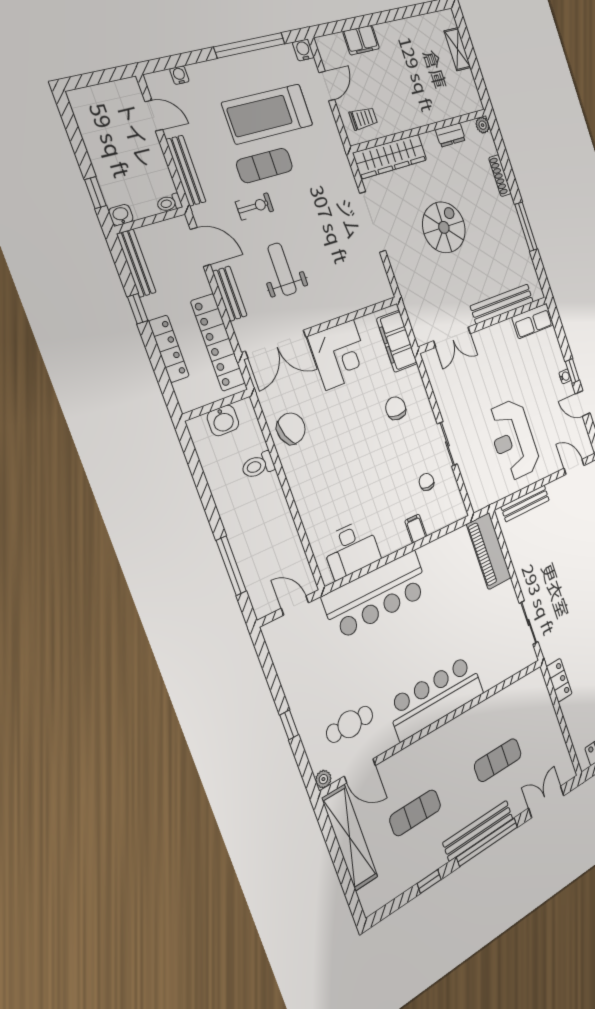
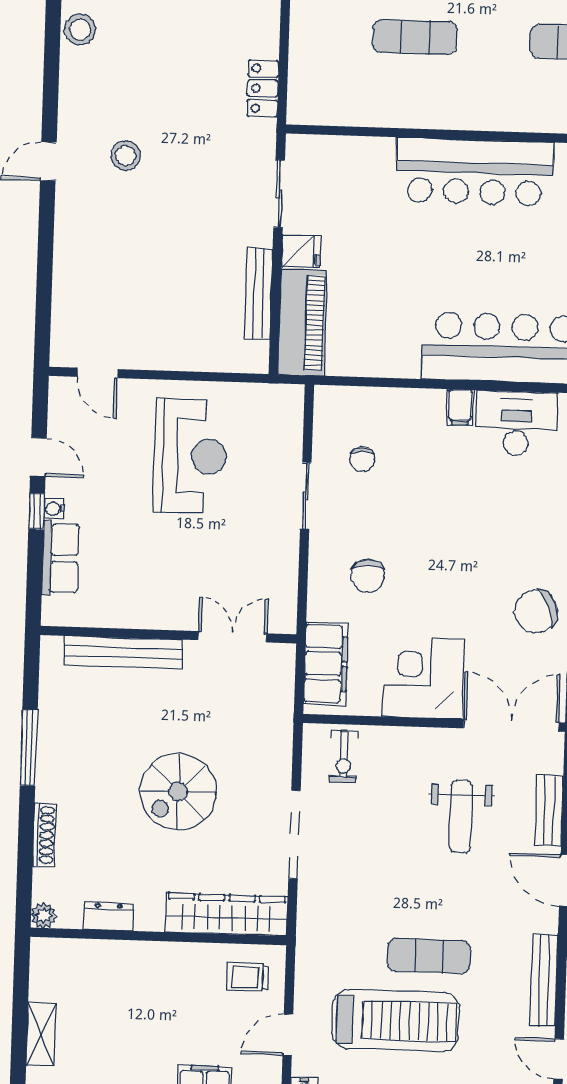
exercise bike: (255, 206) -> (343, 757), moved, turned -90
row of seats: (533, 321) -> (61, 558), moved, turned 90
bench: (525, 503) -> (259, 293), moved, turned 90
filing cabinet: (416, 529) -> (460, 407), moved
fridge: (505, 594) -> (301, 251), added

